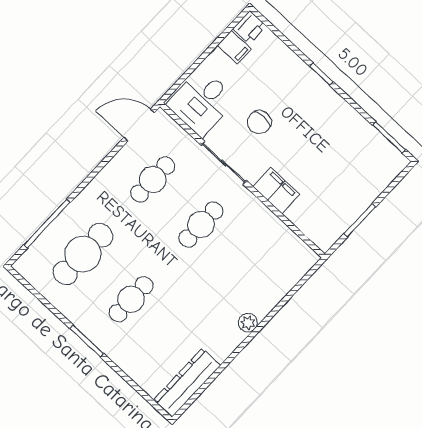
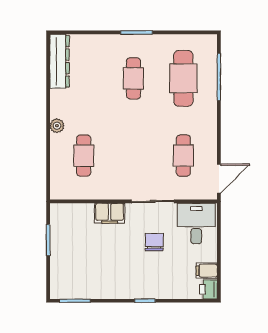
cafe table: (201, 225) -> (84, 156), moved

